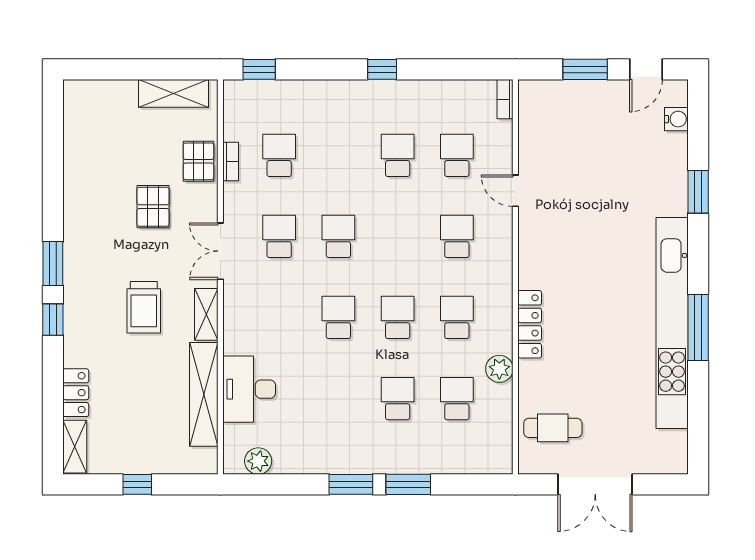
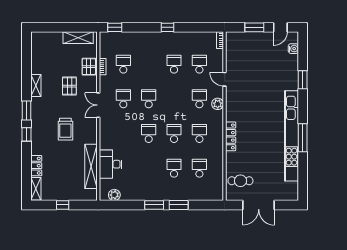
shelving: (206, 314) -> (36, 86), moved
plant: (499, 369) -> (218, 104), moved

